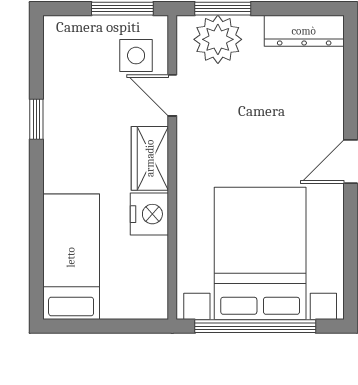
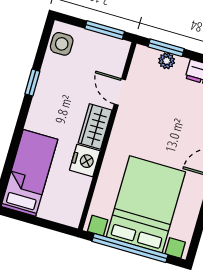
plant: (218, 39) -> (167, 61), width x0.53, depth x0.53
side table: (136, 56) -> (62, 44), moved

